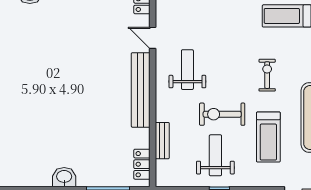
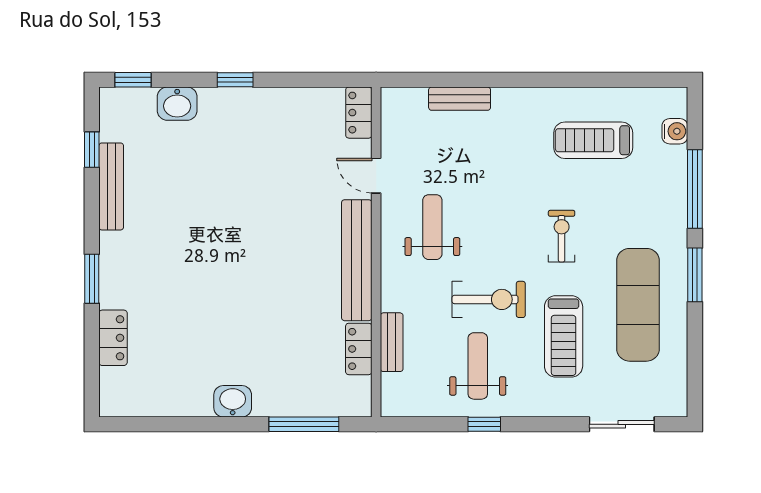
exercise bike: (222, 114) -> (489, 299), turned 180
locker: (142, 164) -> (359, 349), moved

